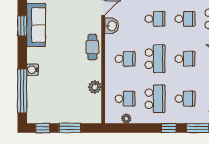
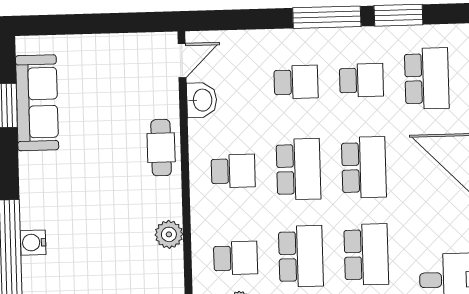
school desk: (185, 59) -> (364, 167), width x1.85
water cooler: (33, 70) -> (33, 243), moved
school desk: (185, 99) -> (366, 254), width x1.85

